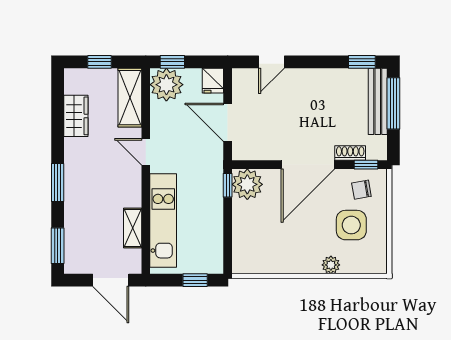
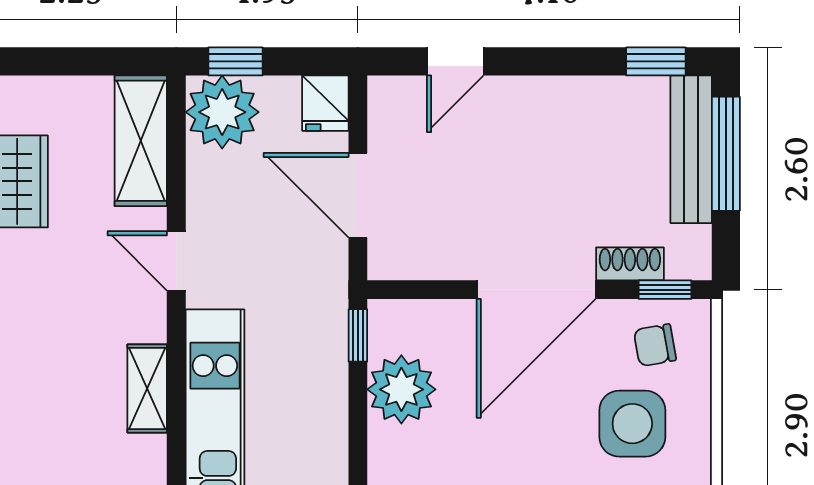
window: (99, 62) -> (73, 61), removed
plant: (247, 184) -> (401, 389), moved
shelving: (133, 228) -> (147, 388), moved

